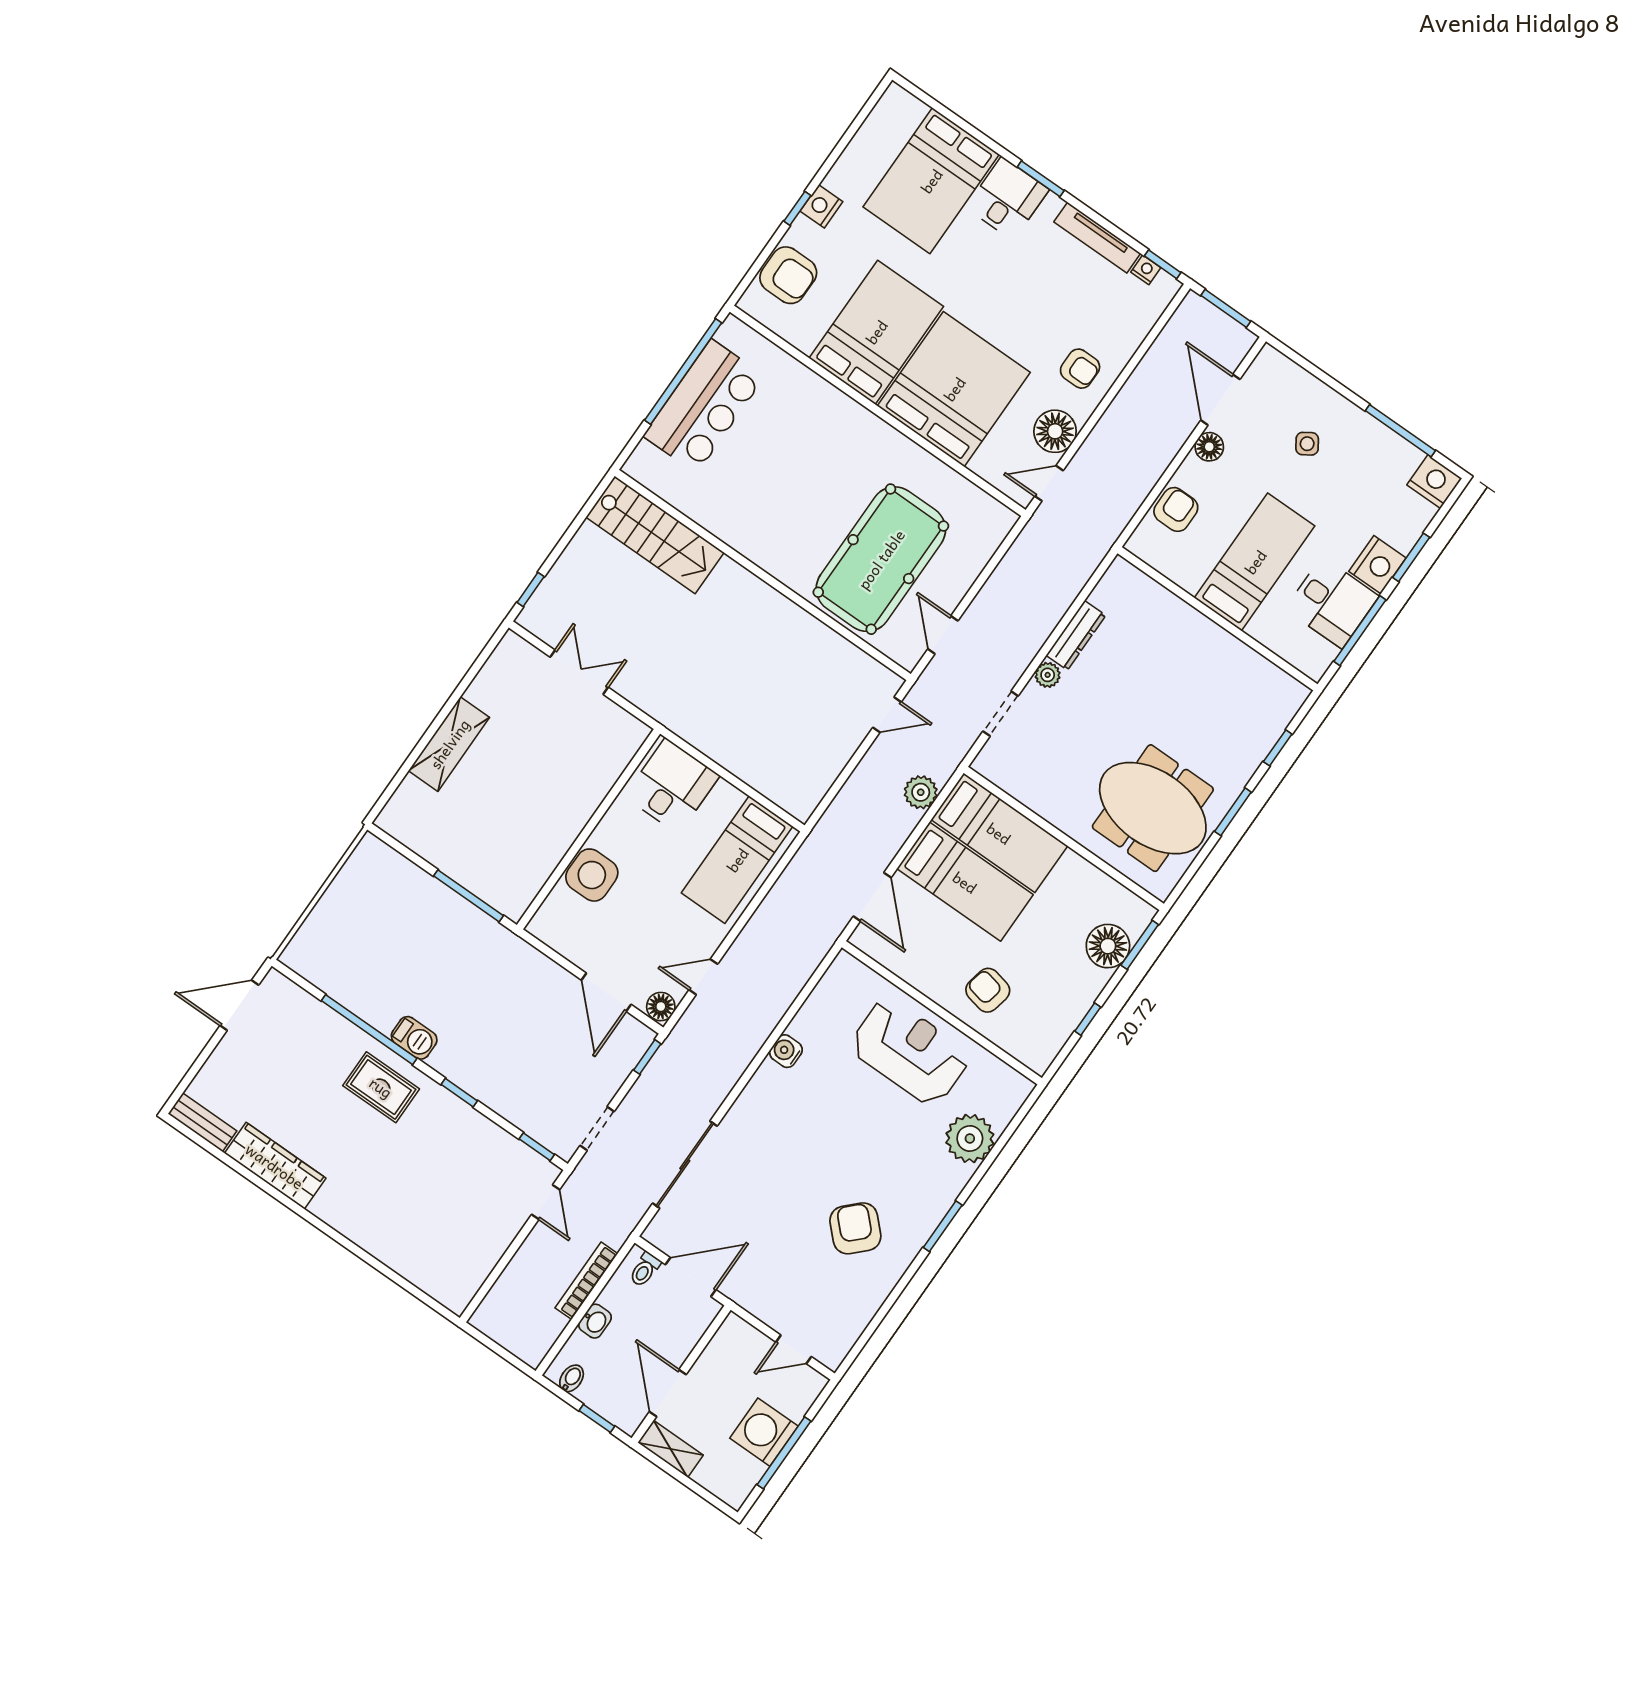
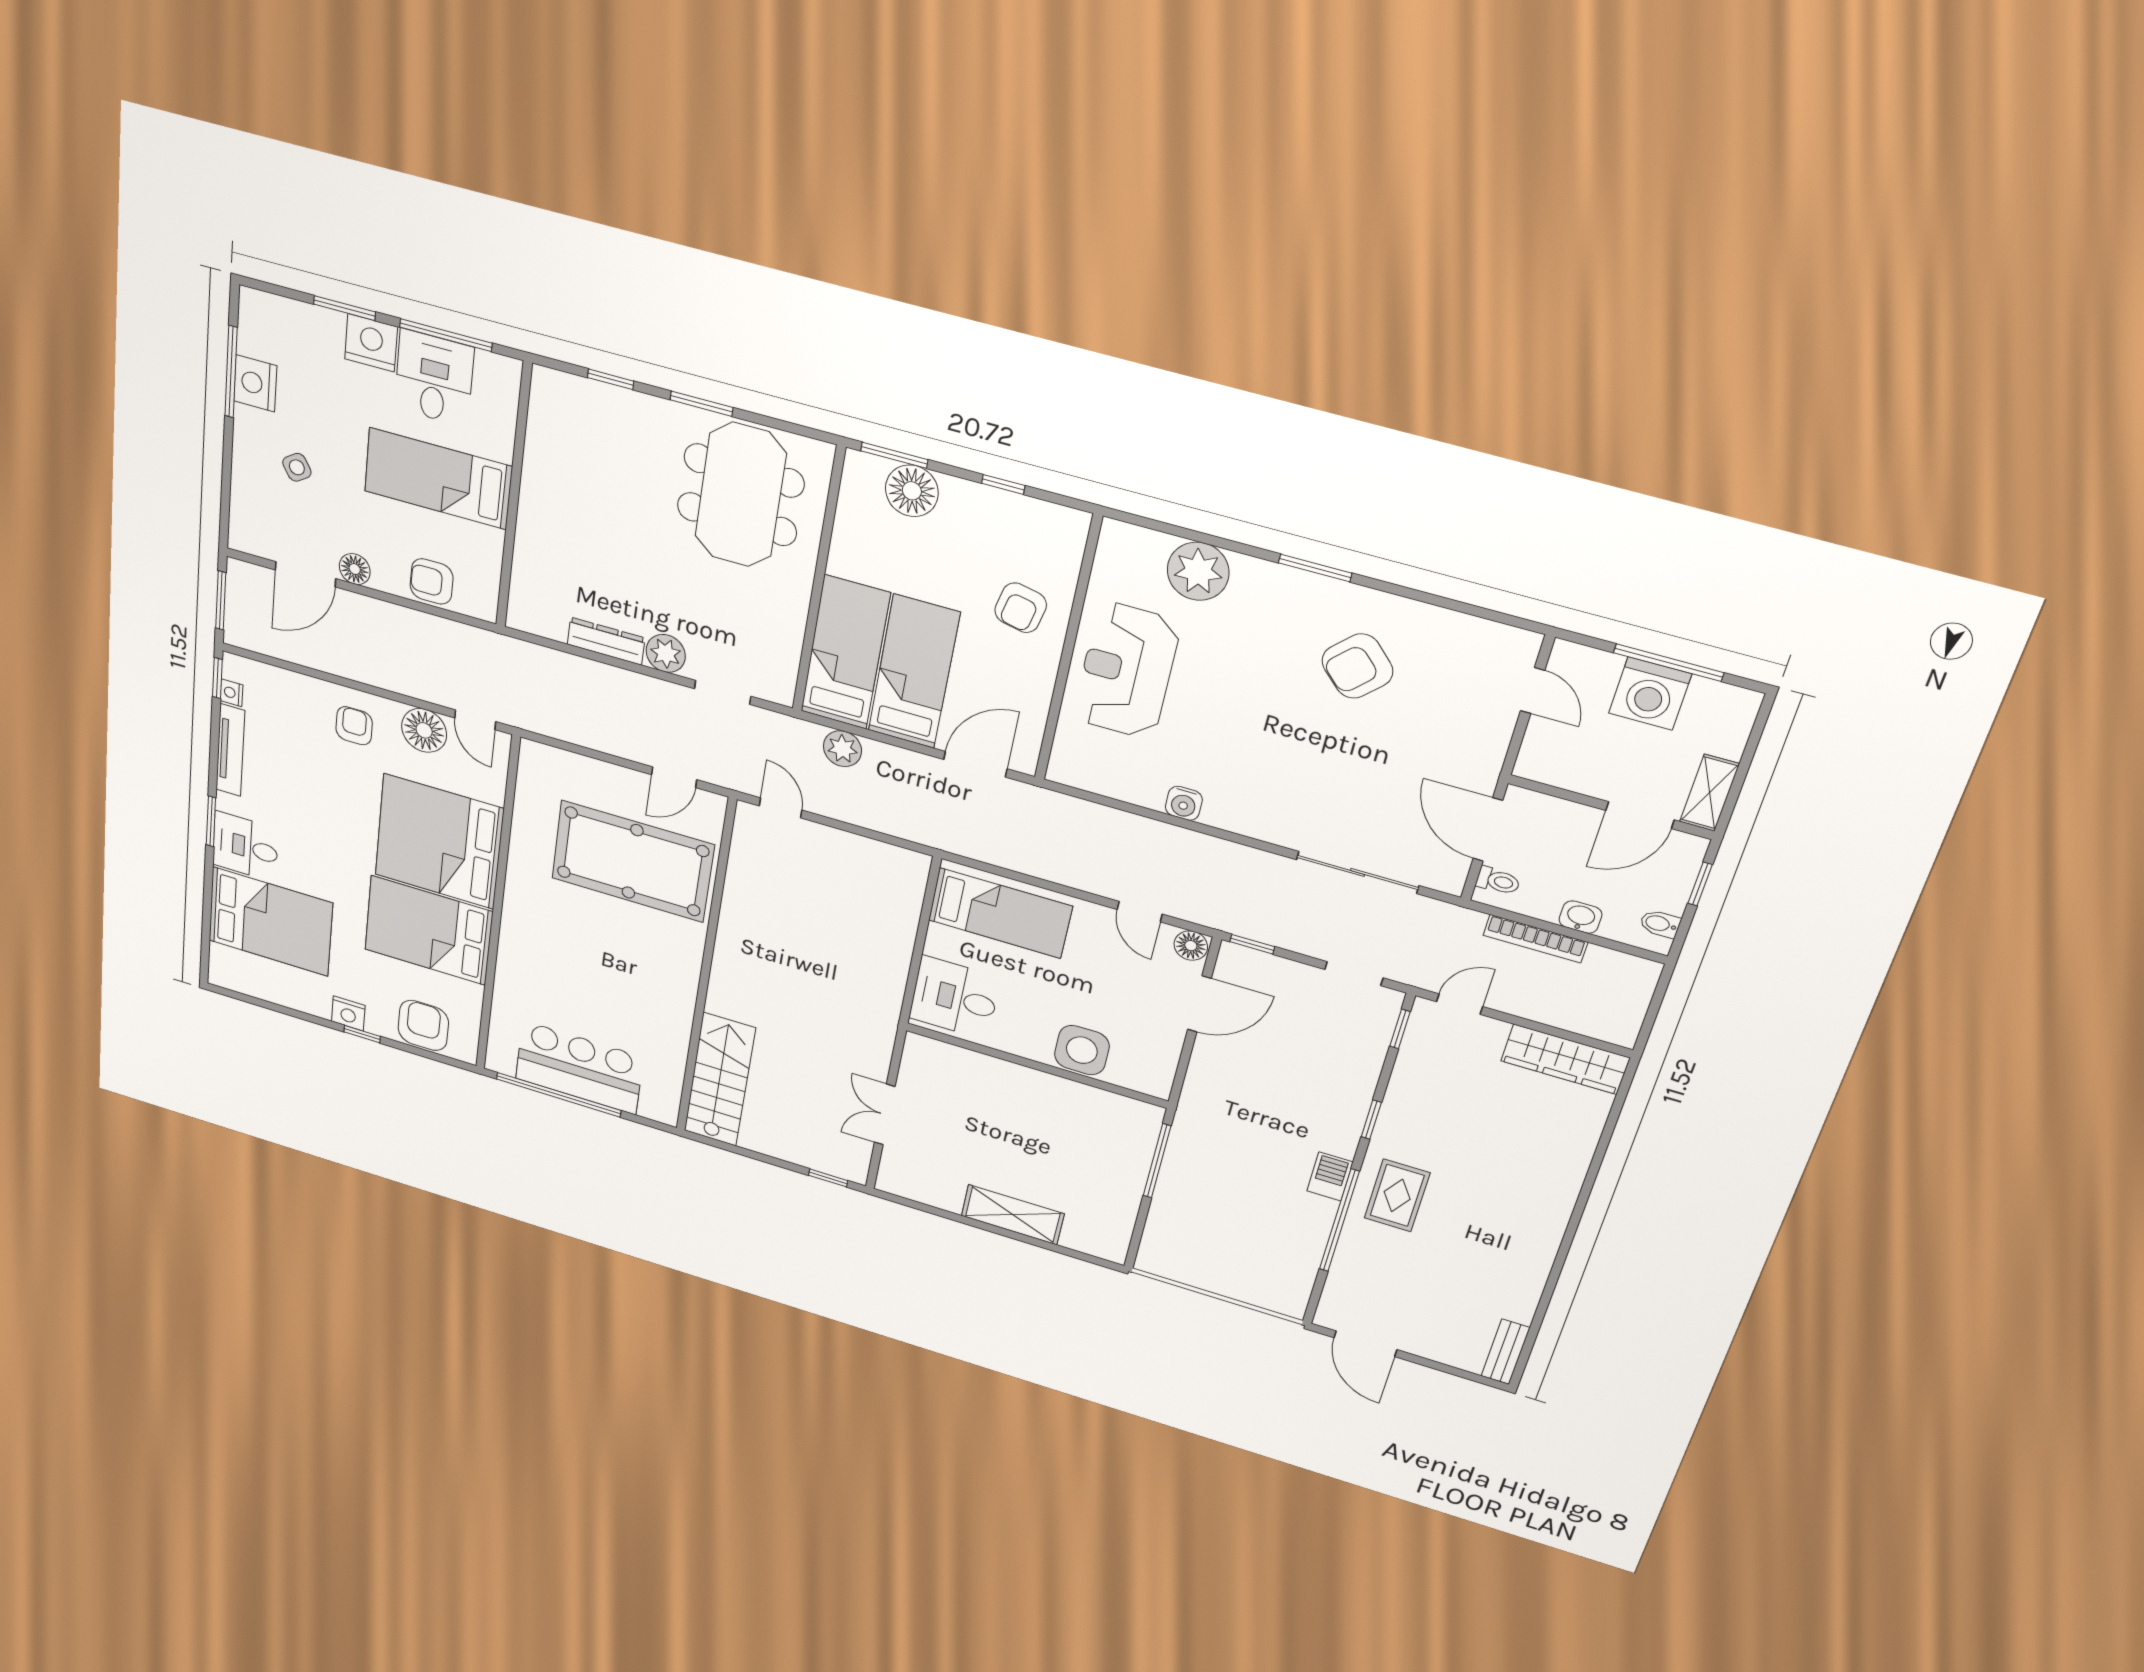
nightstand: (1434, 482) -> (255, 383), moved
plant: (1048, 675) -> (666, 653), width x1.38, depth x1.38
wardrobe: (275, 1166) -> (1565, 1059), moved, turned -90

